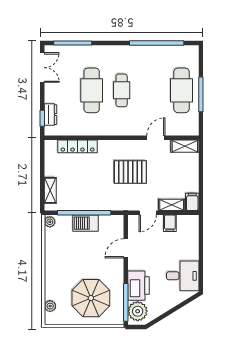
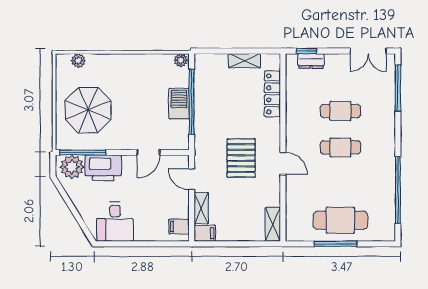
cafe table: (92, 90) -> (340, 111), width x0.73, depth x0.74
door: (156, 138) -> (283, 163), moved
shelving: (50, 190) -> (245, 61), moved
filing cabinet: (170, 223) -> (179, 227), moved
door: (126, 248) -> (148, 152), swing flipped

